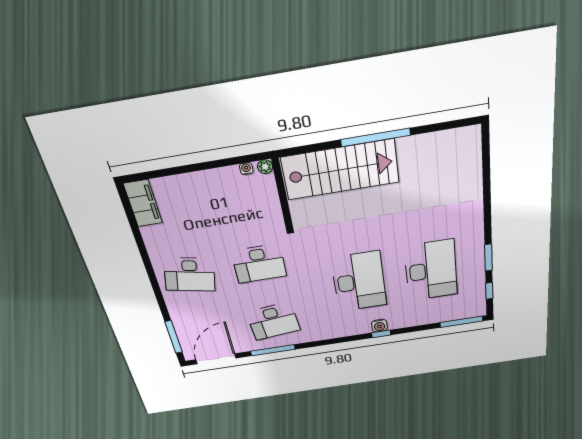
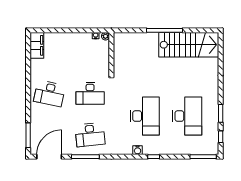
stairs: (340, 170) -> (189, 45), moved
water cooler: (379, 326) -> (138, 150), moved

